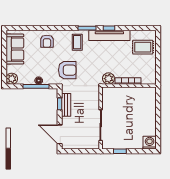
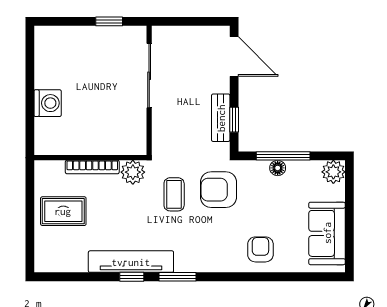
coffee table: (77, 42) -> (174, 194), moved
rug: (143, 47) -> (63, 211), moved
washing machine: (150, 143) -> (48, 103), moved, turned -90

